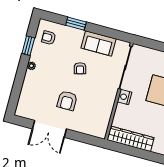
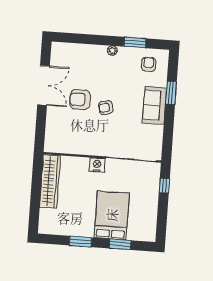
sofa: (99, 43) -> (154, 105), moved
window: (153, 44) -> (164, 186), added
armchair: (80, 68) -> (106, 107), moved
double door: (49, 129) -> (43, 85), swing flipped

